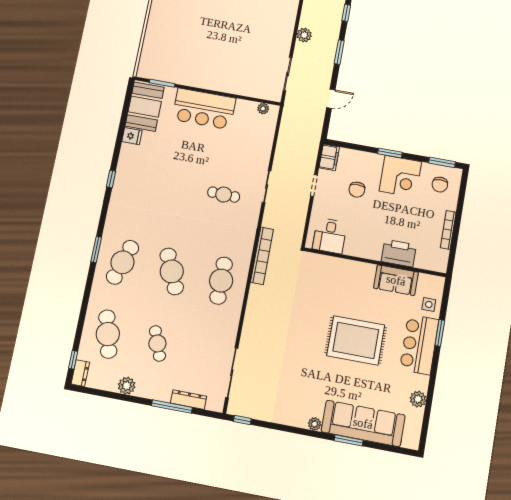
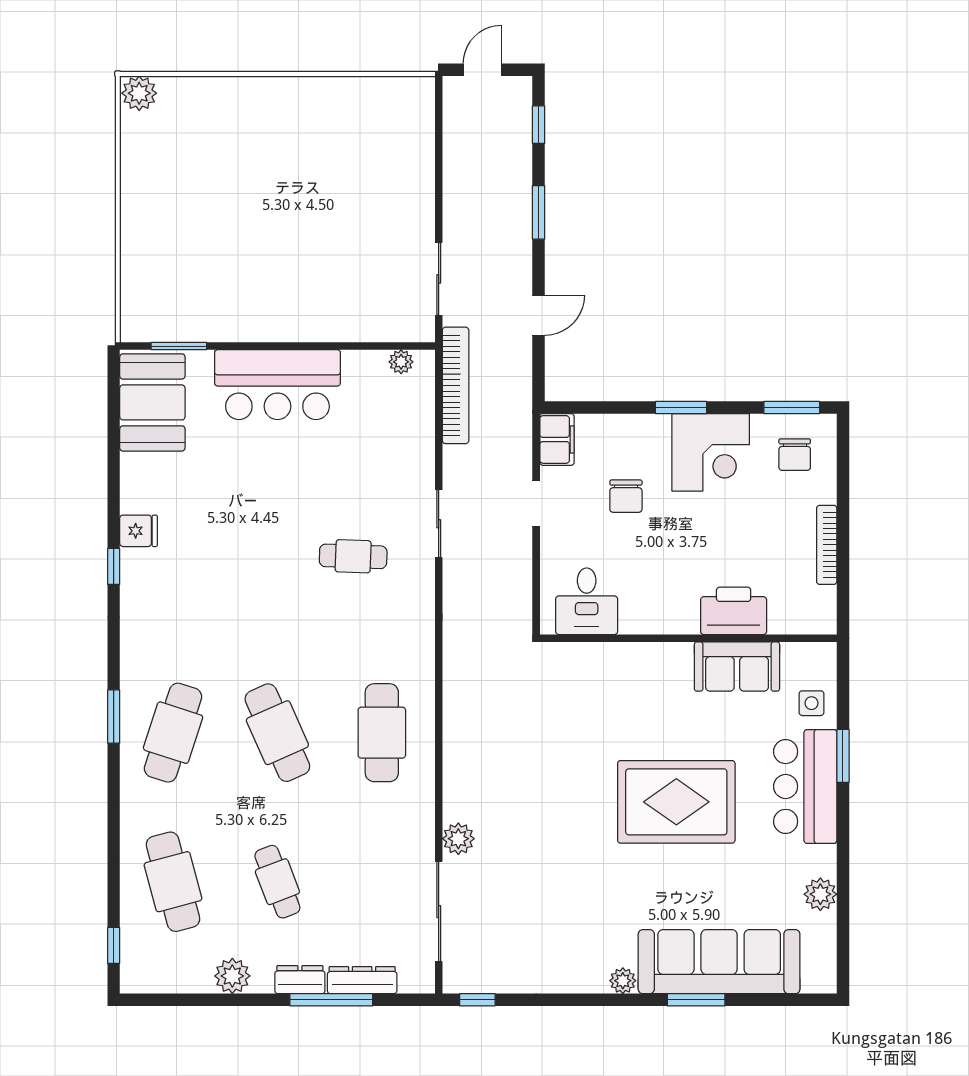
plant: (304, 35) -> (458, 839), moved
fridge: (132, 136) -> (139, 531), moved
bookcase: (262, 256) -> (456, 385), moved
dresser: (80, 373) -> (300, 980), moved, turned -90

